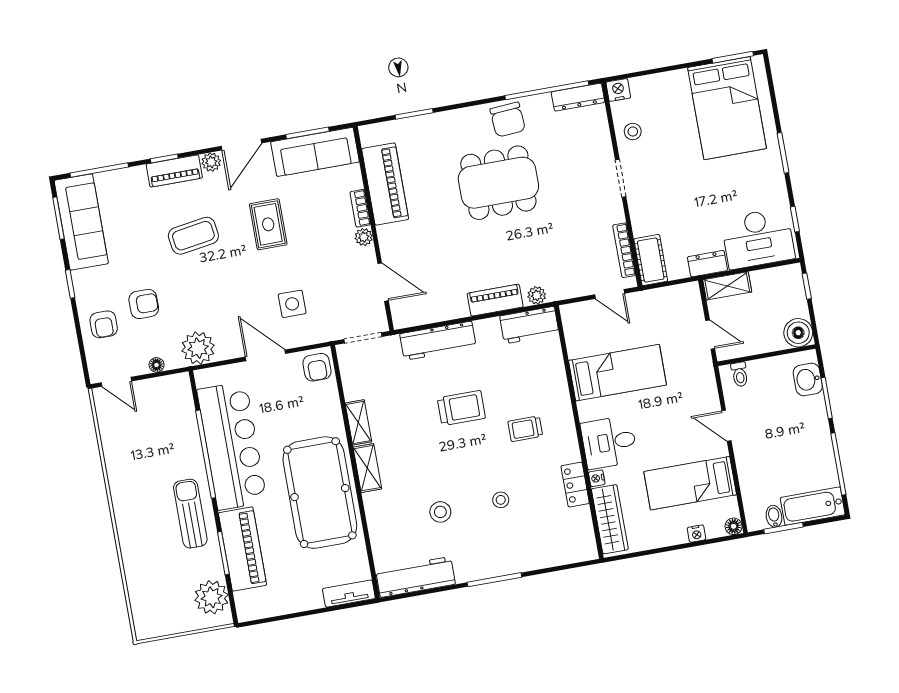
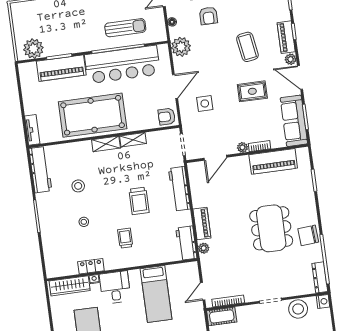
stool: (633, 132) -> (298, 309), width x1.89, depth x1.89
sun lounger: (190, 514) -> (125, 28), moved

